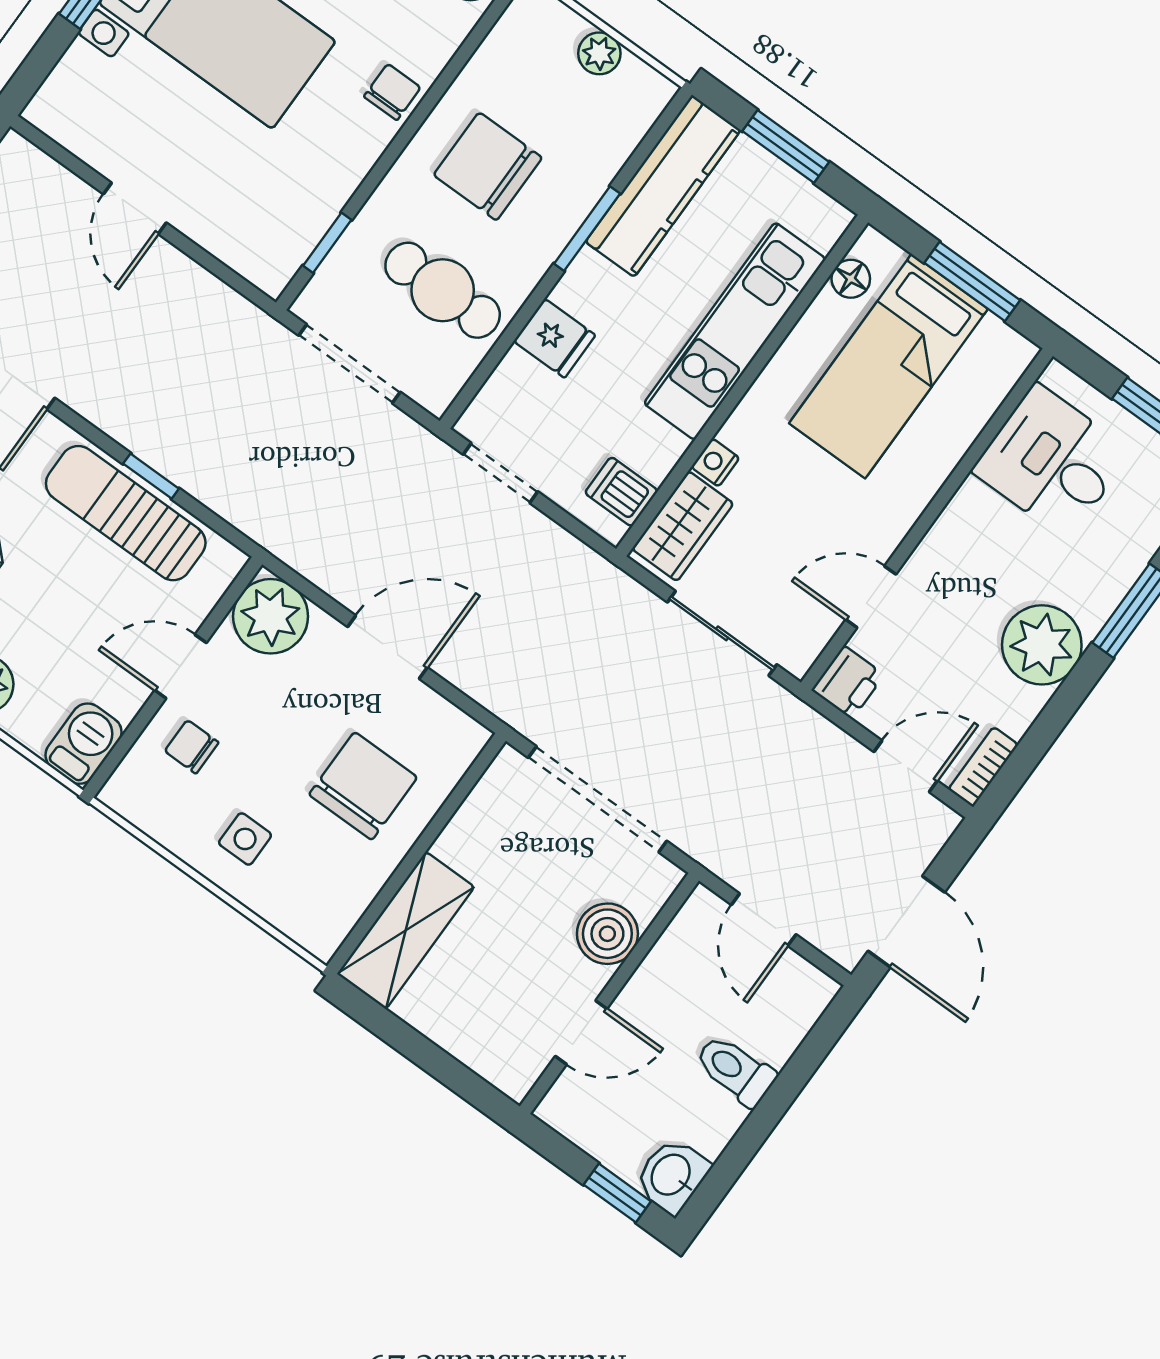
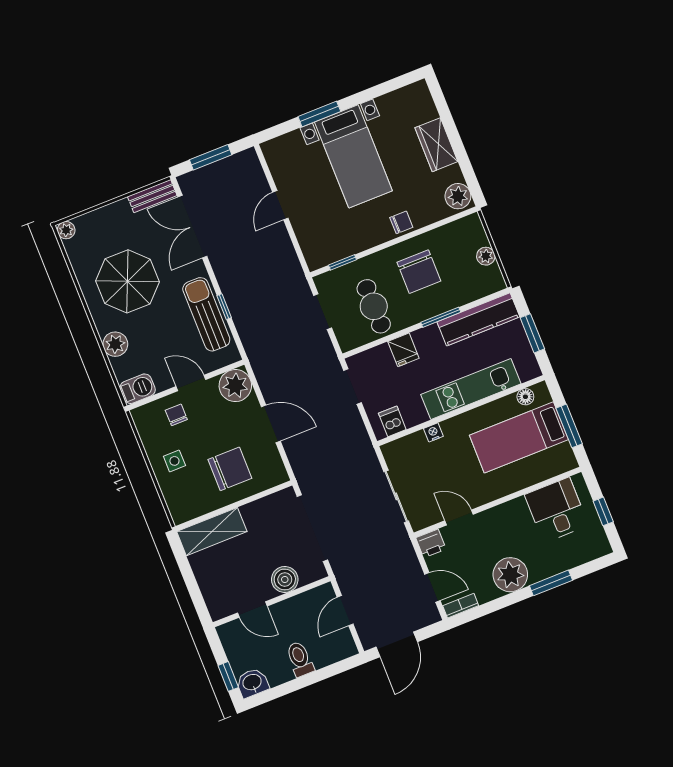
chair: (488, 166) -> (419, 272), turned 180
doorway: (350, 364) -> (323, 312), width x0.73
wardrobe: (683, 526) -> (407, 448), removed

